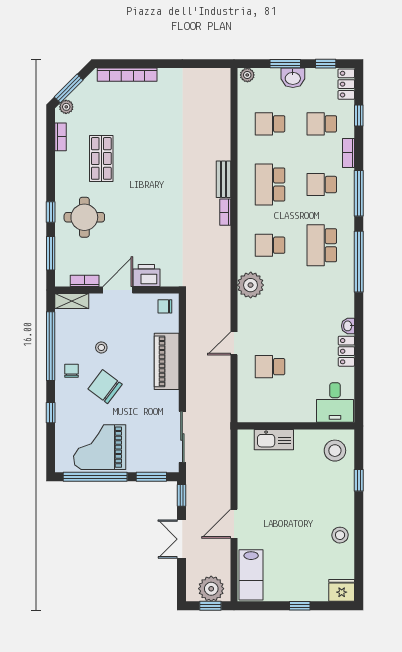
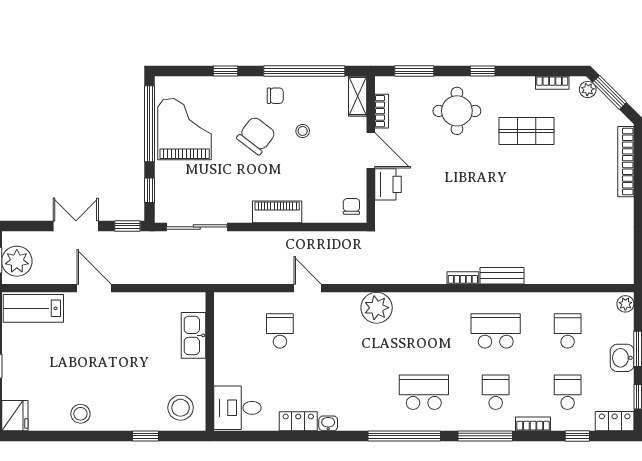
window: (51, 212) -> (483, 71), moved
school desk: (270, 245) -> (424, 331), removed
piano: (167, 361) -> (277, 212), width x0.73, depth x0.75
window: (151, 477) -> (150, 190), width x0.67

